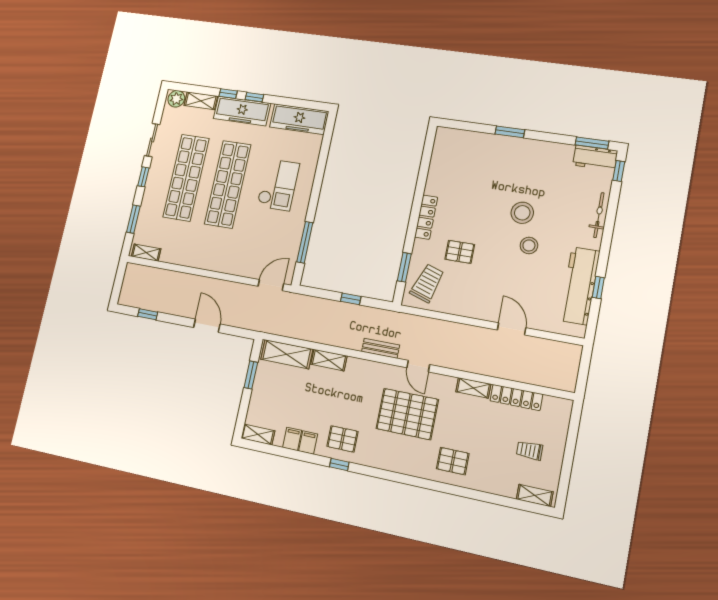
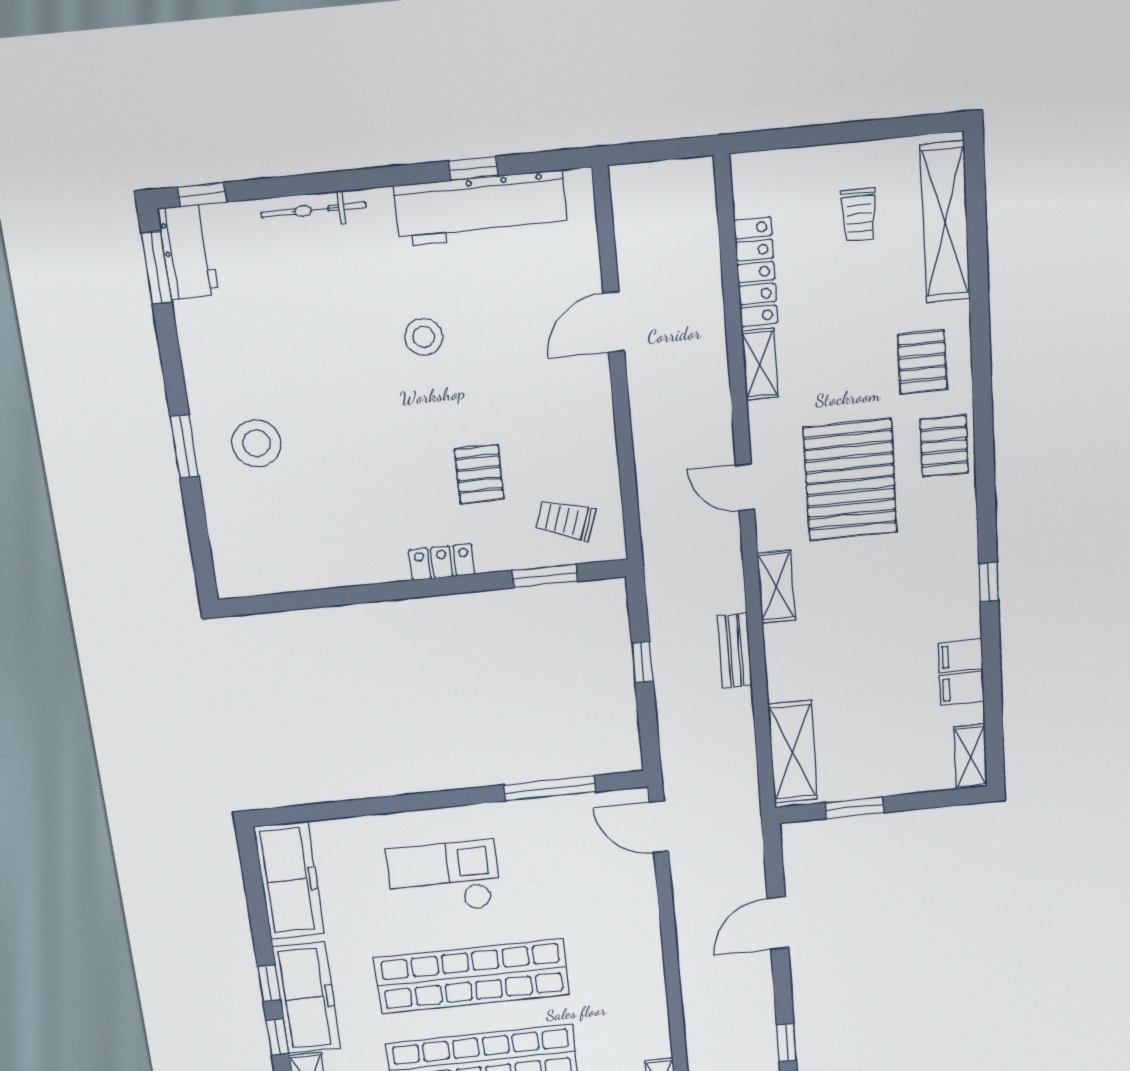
stool: (522, 213) -> (256, 443), moved
locker: (426, 217) -> (442, 562), width x0.66
trolley: (427, 283) -> (566, 520), width x0.73, depth x0.72
bench: (380, 348) -> (735, 651), moved
shelving: (329, 360) -> (776, 587), moved
door: (418, 366) -> (745, 487), swing flipped
pallet: (342, 439) -> (944, 446), moved
shelving: (535, 495) -> (945, 222), width x2.20, depth x1.33

